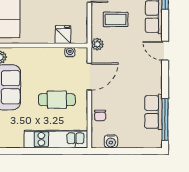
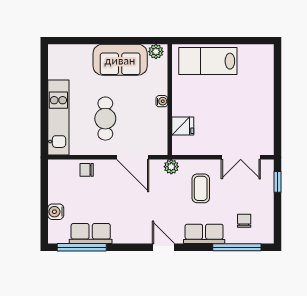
door: (165, 51) -> (163, 247), hinge flipped
water cooler: (70, 52) -> (162, 101), moved
water cooler: (111, 141) -> (56, 212), moved

